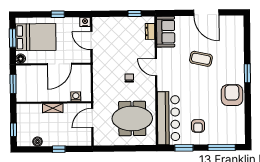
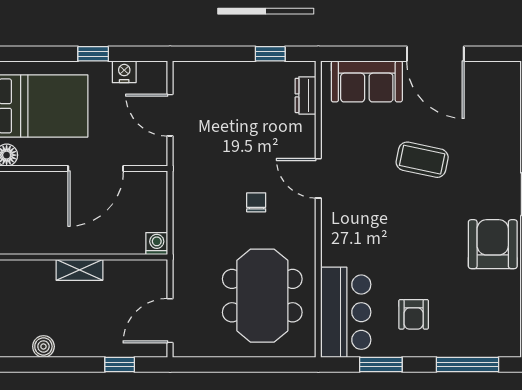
nightstand: (85, 22) -> (124, 72), moved
sofa: (166, 32) -> (367, 81), moved, turned 90
washing machine: (76, 96) -> (157, 244), moved
door: (92, 118) -> (170, 321), moved
meeting table: (132, 118) -> (262, 296), turned 90
bar counter: (168, 118) -> (346, 312), width x0.73
window: (59, 149) -> (120, 364), moved

